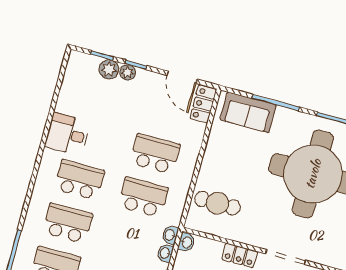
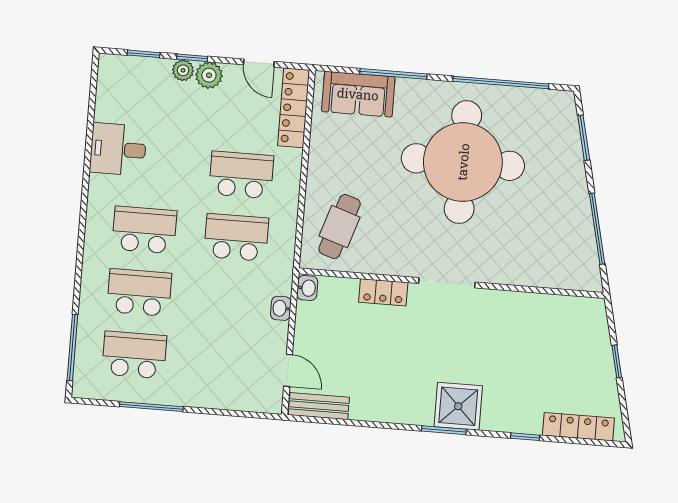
plant: (109, 69) -> (209, 75), moved
door: (182, 77) -> (259, 63), width x0.73
locker: (203, 104) -> (294, 108), width x1.53
desk: (67, 134) -> (118, 149), moved
cafe table: (217, 203) -> (340, 227), turned -72
washbasin: (170, 235) -> (283, 282), removed

